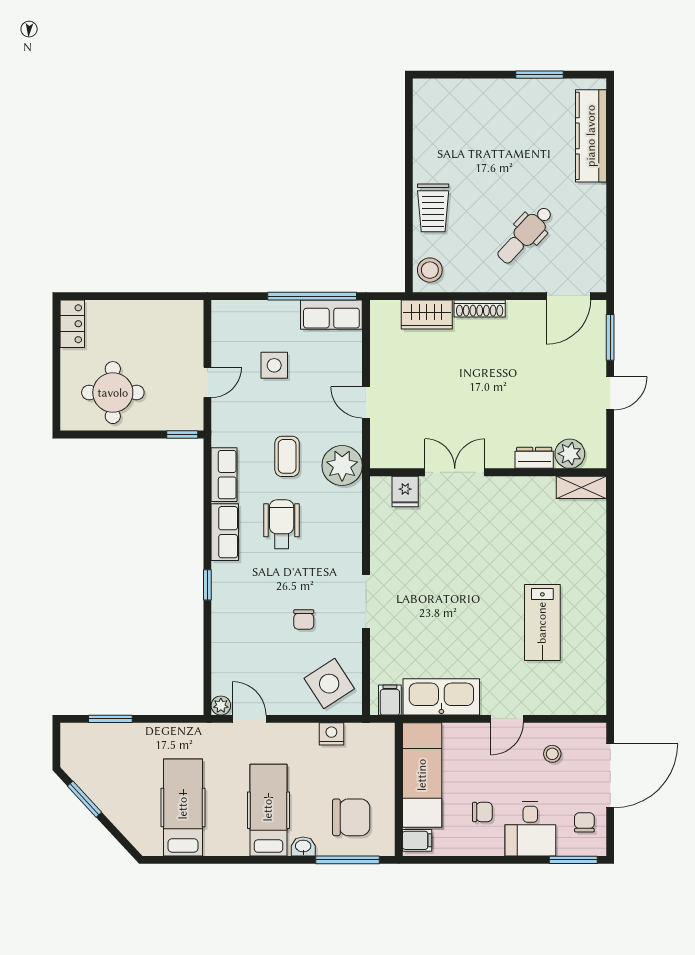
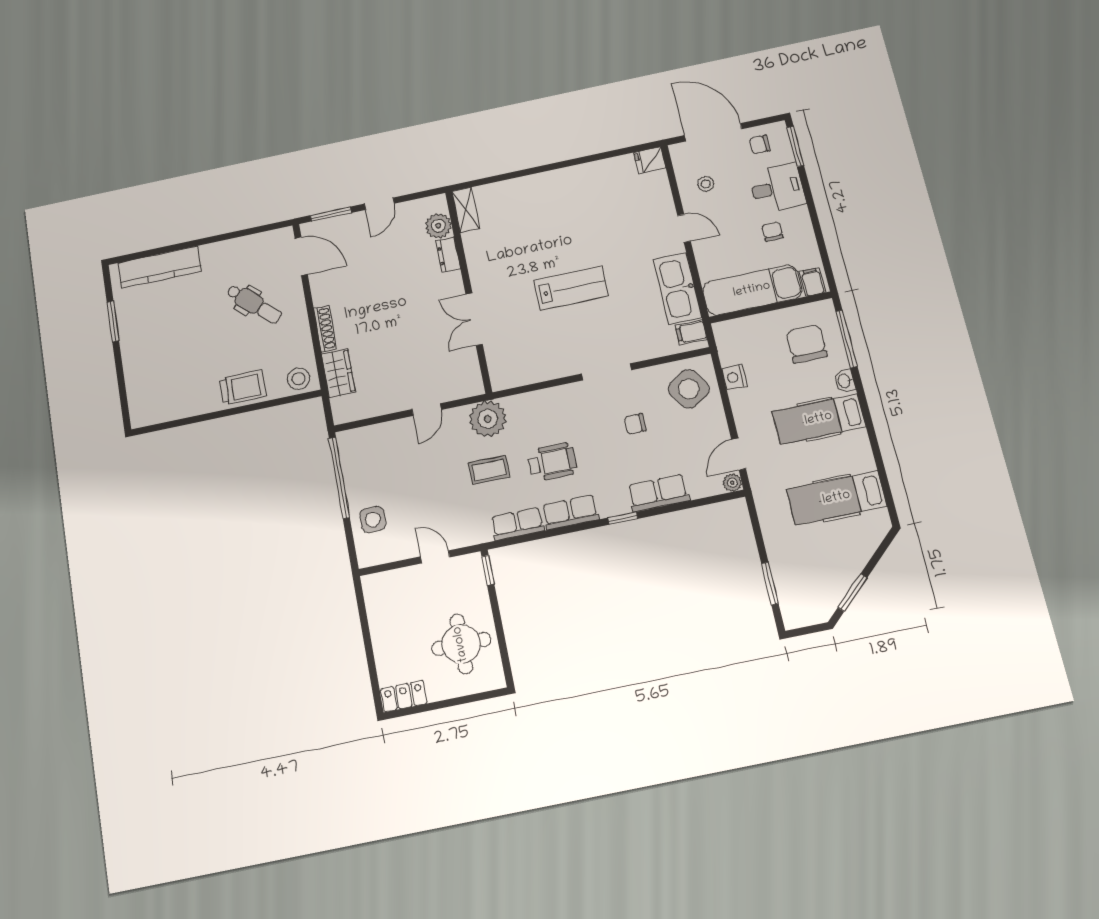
row of seats: (331, 315) -> (658, 493), moved, turned -90
side table: (274, 365) -> (373, 519), moved
door: (610, 393) -> (379, 204), swing flipped
fridge: (405, 492) -> (650, 160), moved, turned 180
wheelchair: (282, 524) -> (552, 462), turned 180
chair: (304, 620) -> (635, 424), turned 180
lab bench: (542, 623) -> (571, 288), moved

